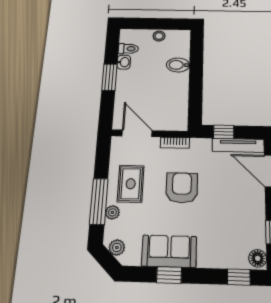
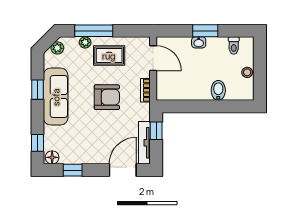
washbasin: (124, 62) -> (199, 42), moved
door: (137, 133) -> (153, 58), hinge flipped
sofa: (169, 251) -> (56, 97), width x1.36

